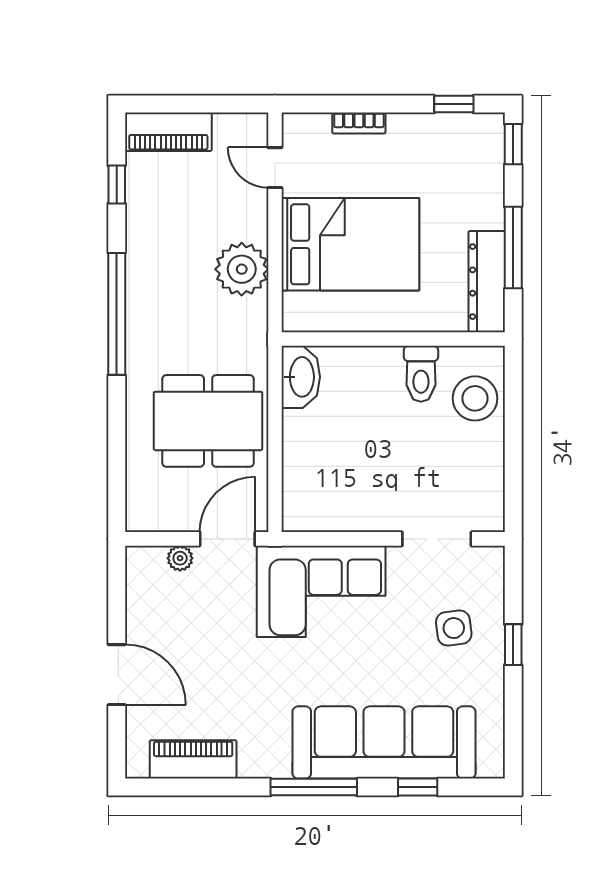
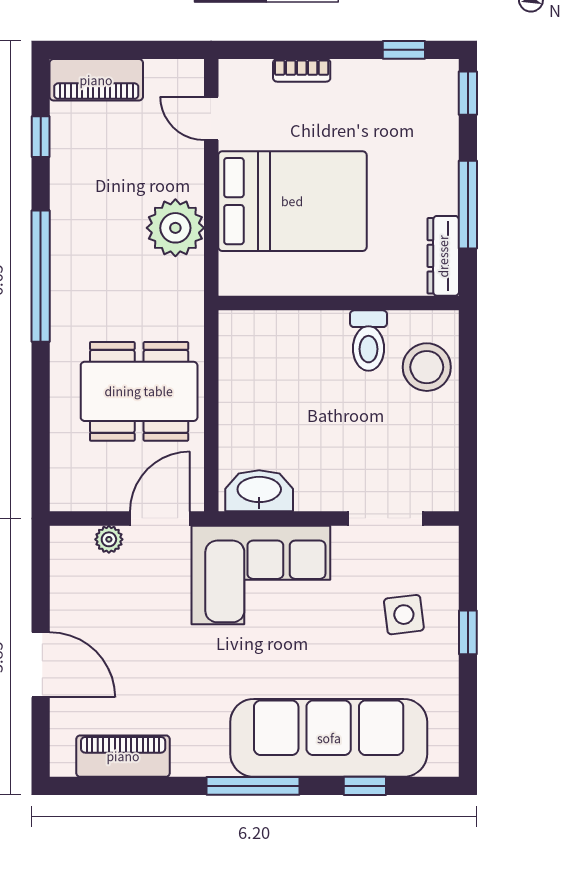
dresser: (487, 282) -> (443, 256), width x0.73, depth x0.80
washbasin: (301, 377) -> (259, 491), moved, turned -90

